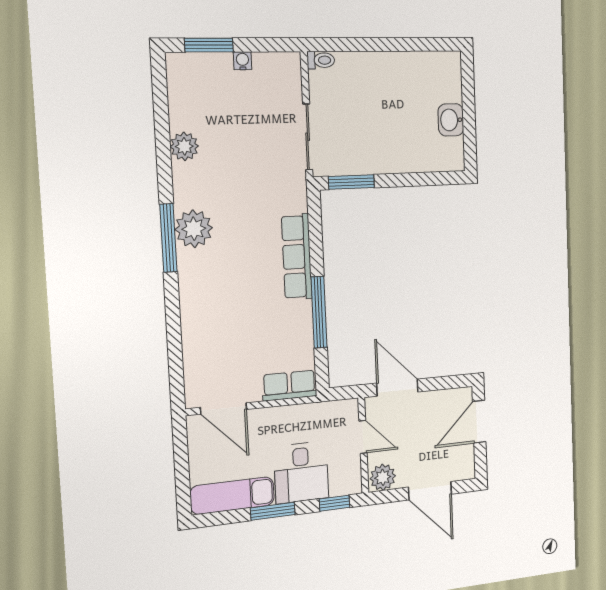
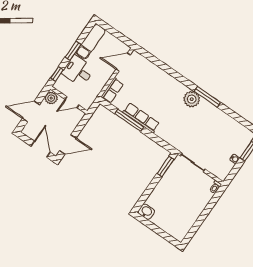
washbasin: (451, 120) -> (146, 212), moved
plant: (184, 146) -> (221, 117), removed
window: (168, 238) -> (207, 97), moved
row of seats: (297, 257) -> (141, 118), moved
door: (397, 388) -> (68, 144), moved

